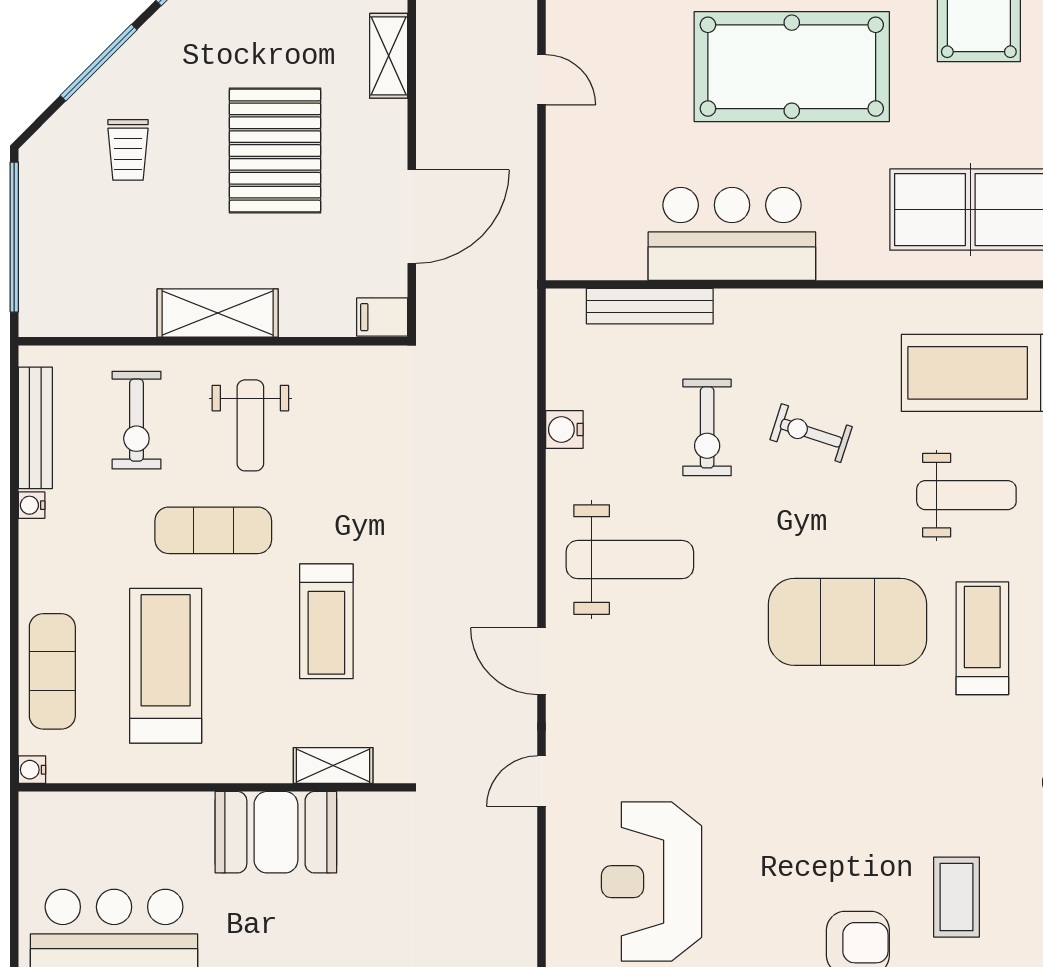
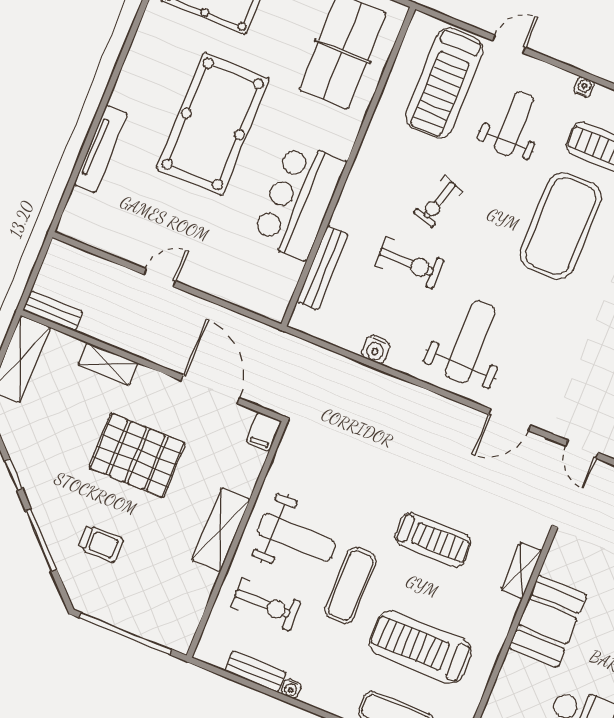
weight bench: (250, 425) -> (297, 537), width x1.36, depth x1.33
bench: (35, 428) -> (255, 671), width x0.73

